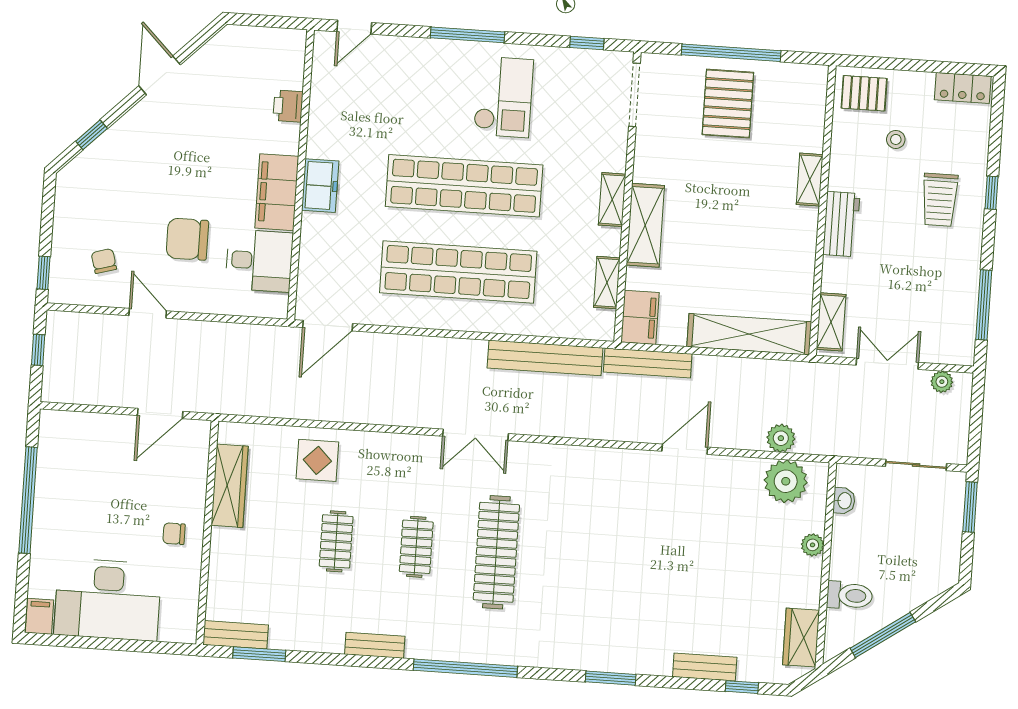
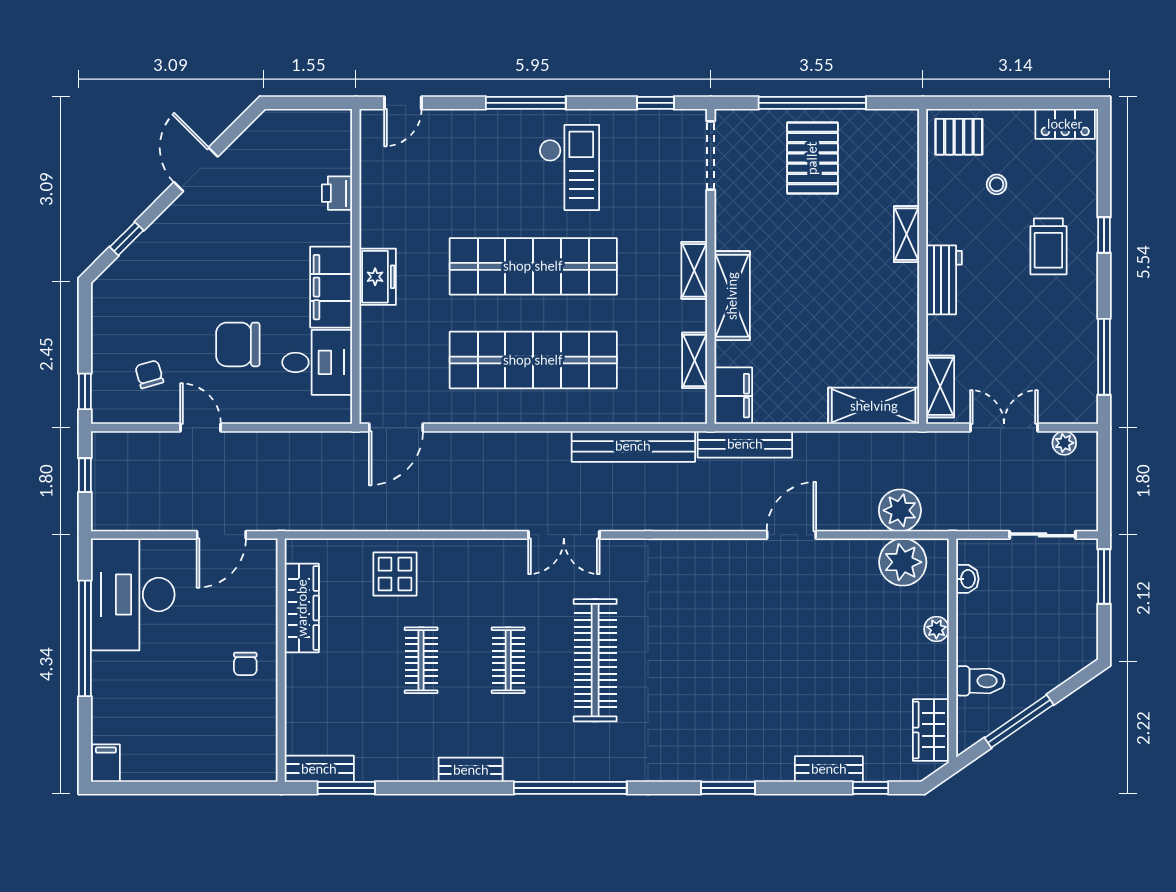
shelving: (749, 334) -> (874, 406), width x0.68
plant: (781, 438) -> (900, 510), width x1.36, depth x1.36
chair: (174, 534) -> (245, 664), turned -90
desk: (108, 600) -> (133, 594), moved, turned 90

